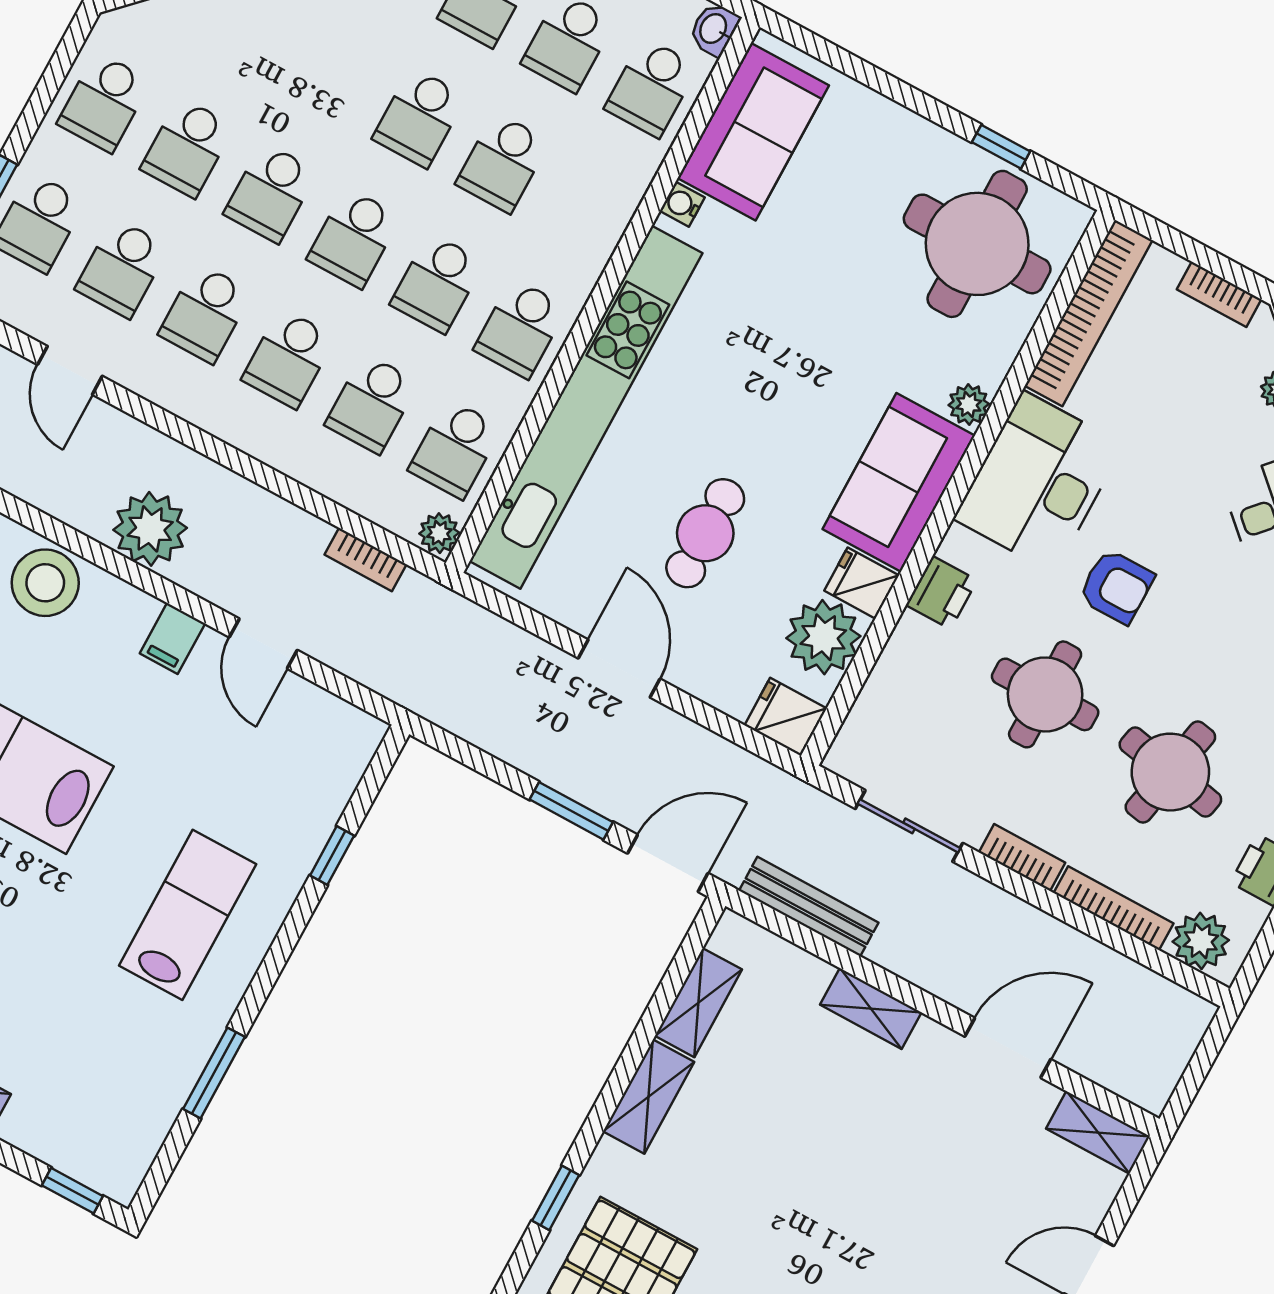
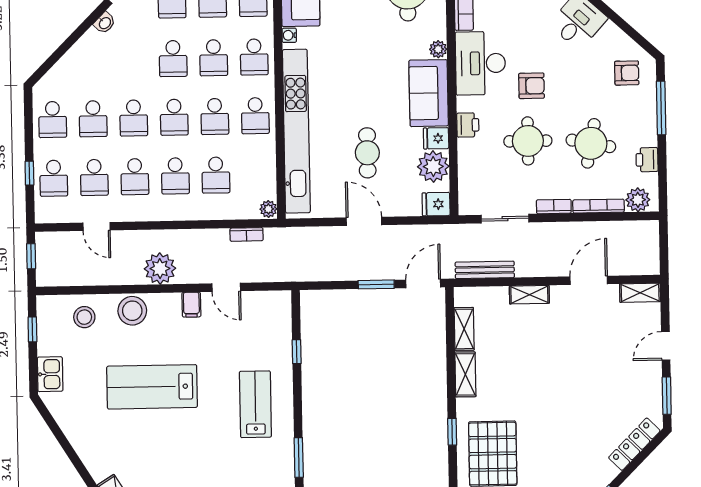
school desk: (455, 449) -> (254, 57), moved

